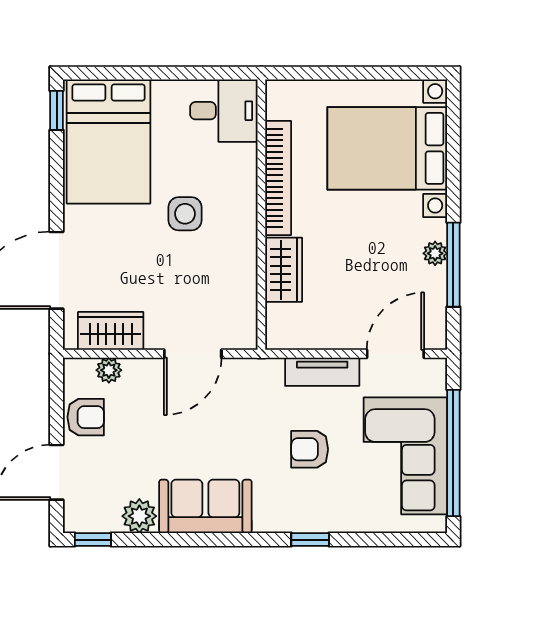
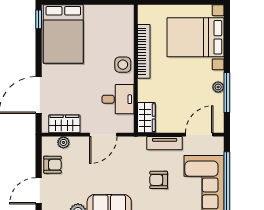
desk: (224, 111) -> (118, 99), moved
side table: (185, 214) -> (123, 65), moved
wardrobe: (284, 270) -> (146, 118), moved

